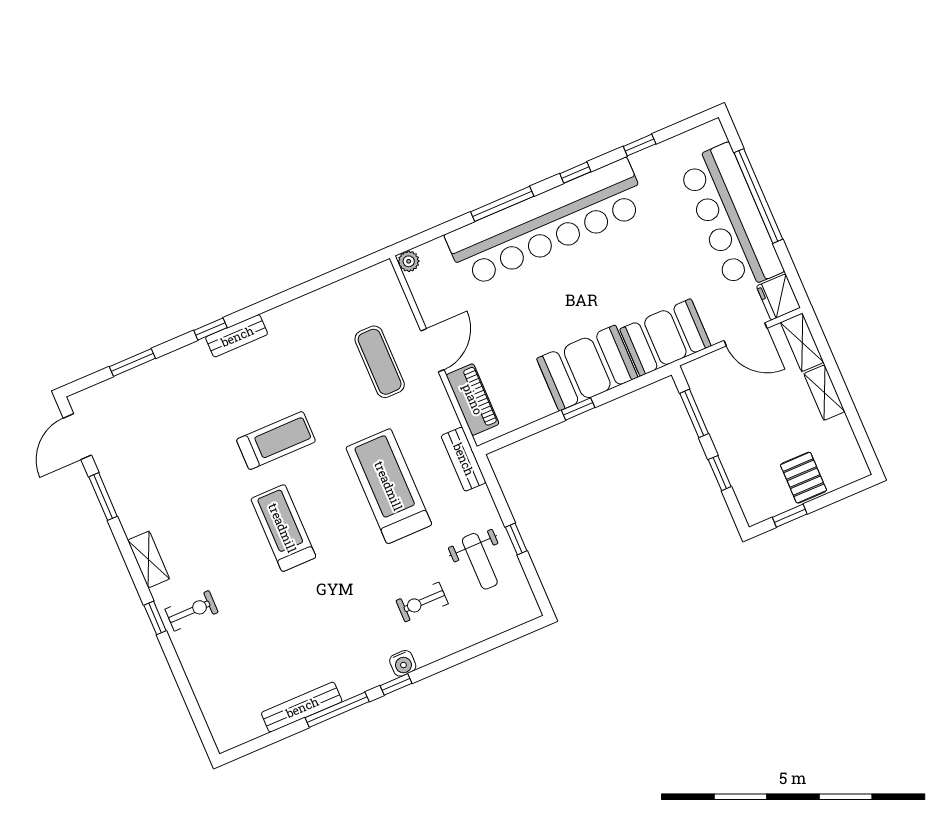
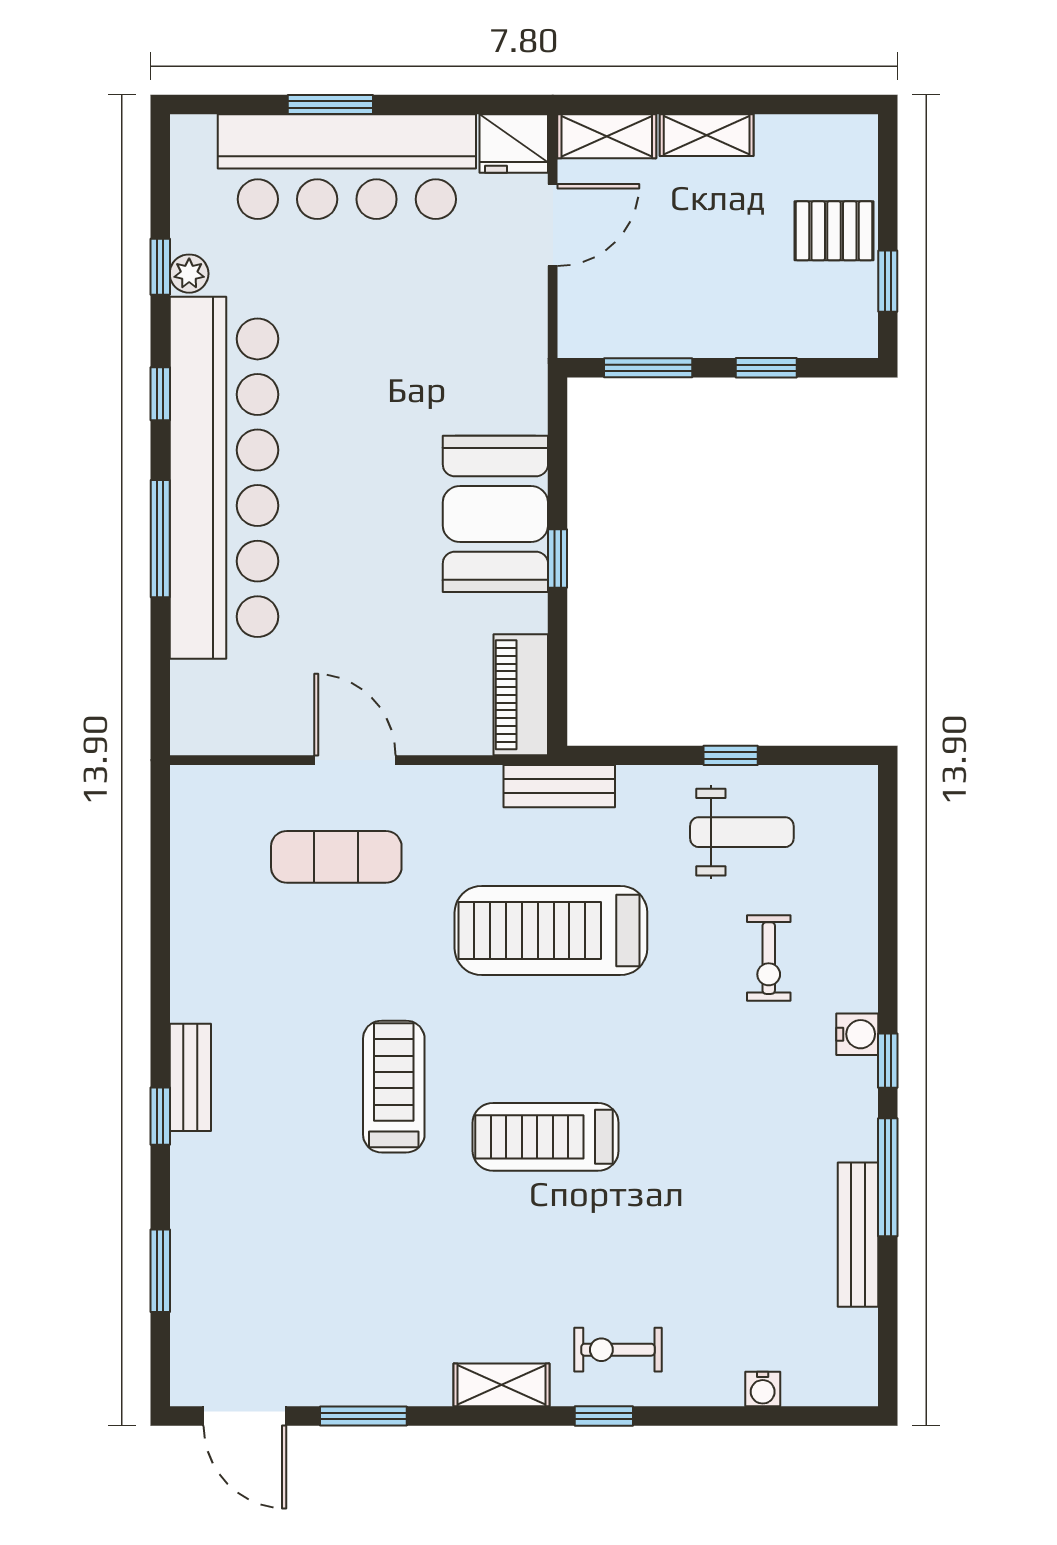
window: (758, 196) -> (330, 104), width x0.47
plant: (409, 261) -> (189, 274), moved
booth: (665, 337) -> (501, 361), removed
piano: (473, 399) -> (521, 695), moved, turned -90
exercise bike: (192, 611) -> (618, 1350), turned -90
water cooler: (203, 692) -> (763, 1389), added

